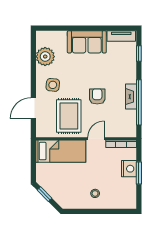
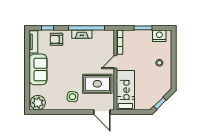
plant: (45, 57) -> (38, 103), moved
armchair: (97, 96) -> (56, 39), moved
door: (33, 108) -> (102, 112), moved
door: (96, 139) -> (115, 62), hinge flipped
nightstand: (129, 169) -> (159, 36), moved

